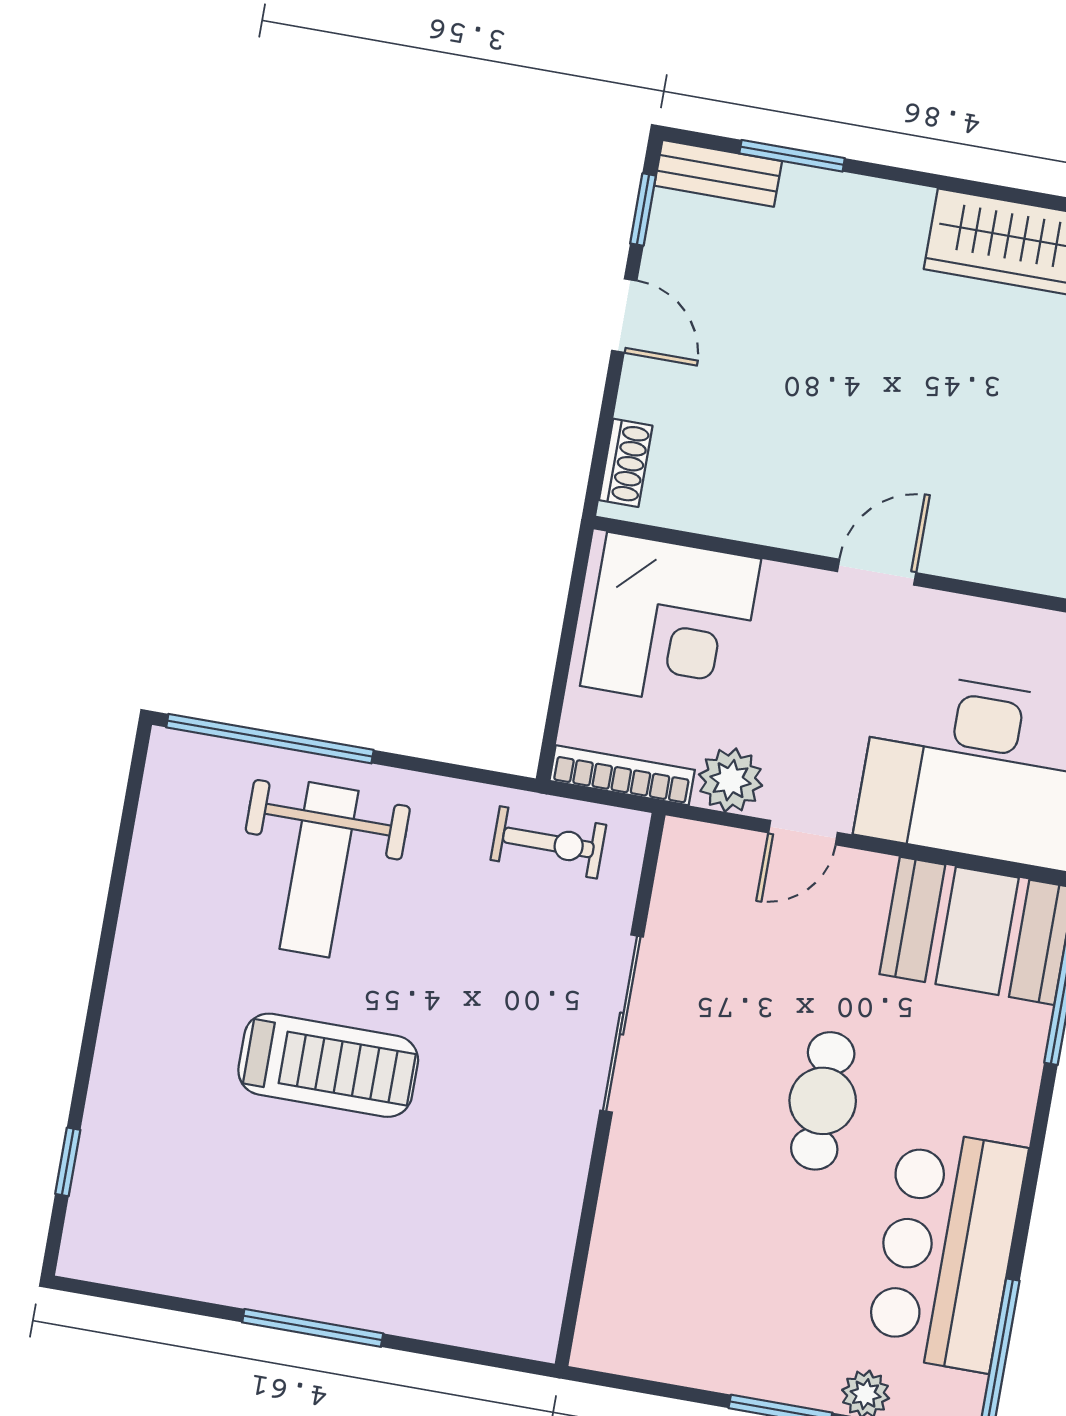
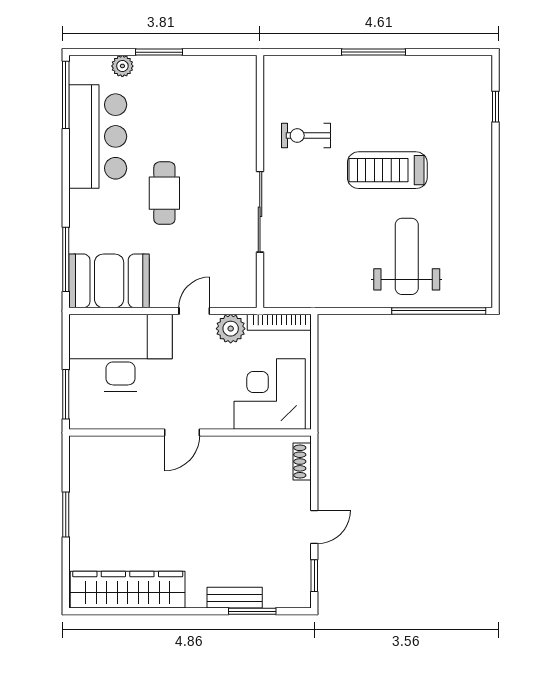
bench: (718, 173) -> (235, 598), moved
door: (624, 316) -> (314, 527), swing flipped
exercise bike: (548, 842) -> (306, 136), moved

